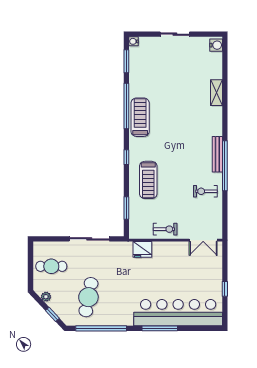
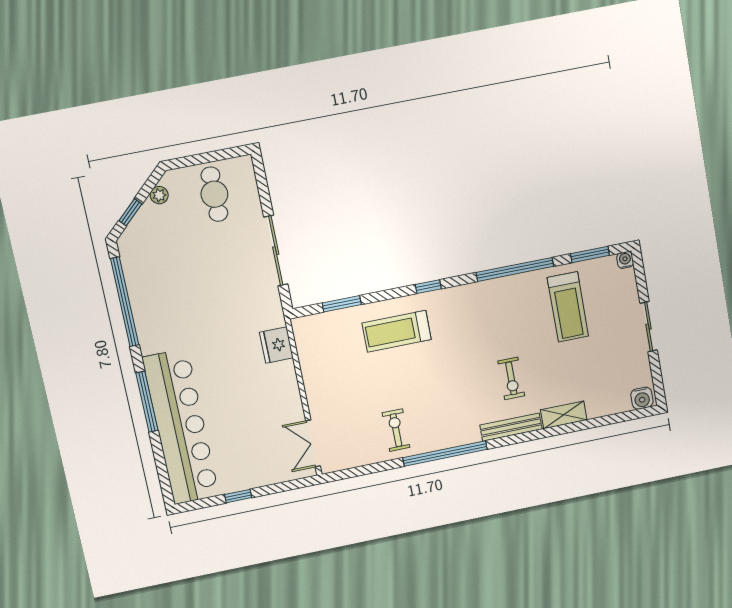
treadmill: (140, 117) -> (568, 307), moved, turned 90
bench: (217, 154) -> (511, 427), moved
exercise bike: (165, 229) -> (511, 378), moved
cafe table: (88, 297) -> (174, 269), removed

